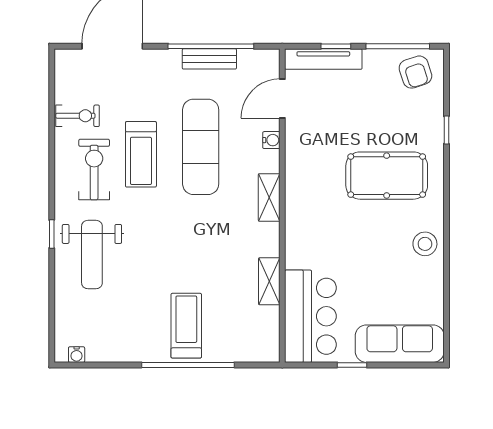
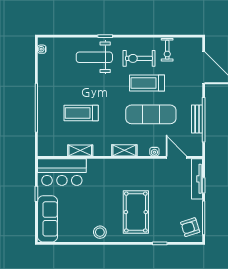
exercise bike: (94, 170) -> (139, 58), turned 180
treadmill: (186, 326) -> (81, 113), moved, turned 180

